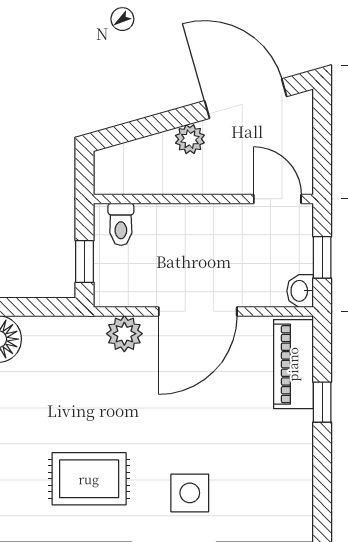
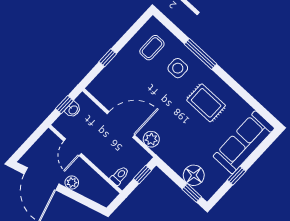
door: (277, 199) -> (72, 147), moved
washbasin: (300, 291) -> (73, 110), moved
piano: (293, 364) -> (106, 79), removed
coffee table: (264, 487) -> (152, 48), added

